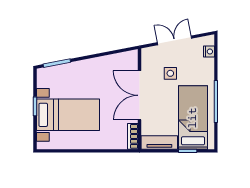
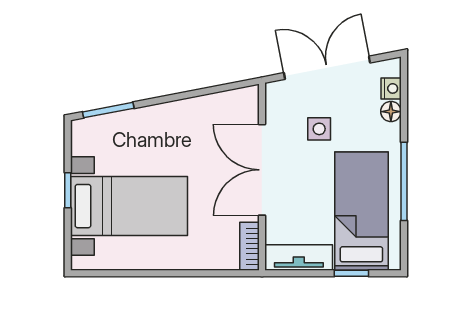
double door: (174, 40) -> (327, 68), width x1.37
floor lamp: (209, 64) -> (391, 112), added

